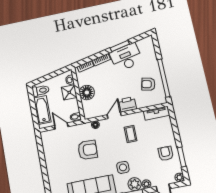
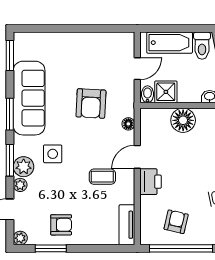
shower: (69, 92) -> (166, 92), moved
door: (114, 115) -> (137, 157), swing flipped

